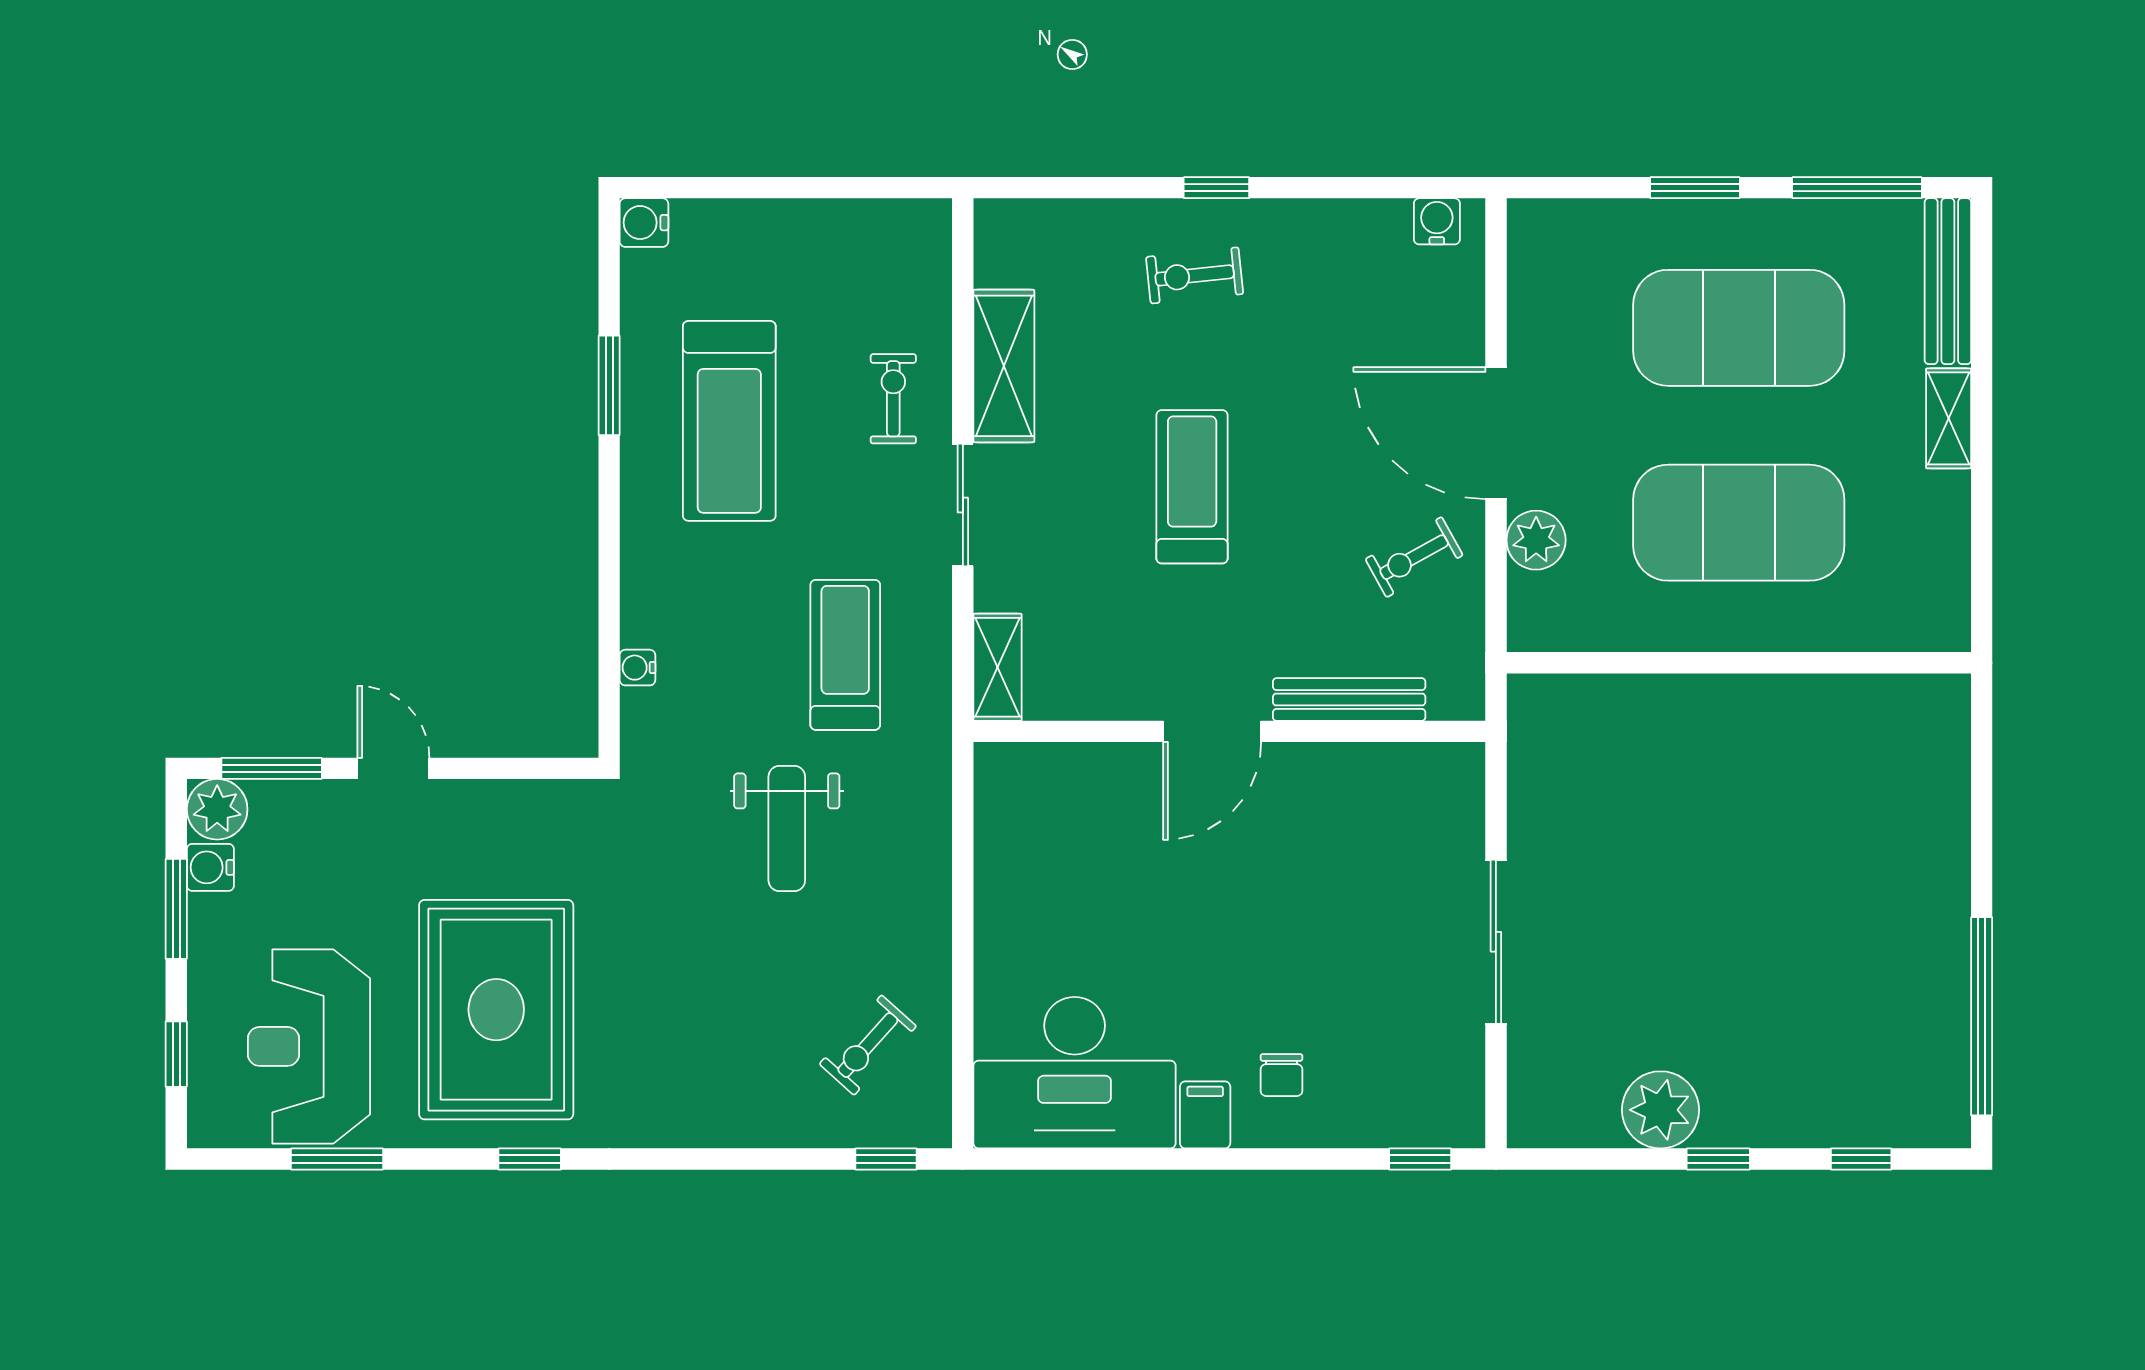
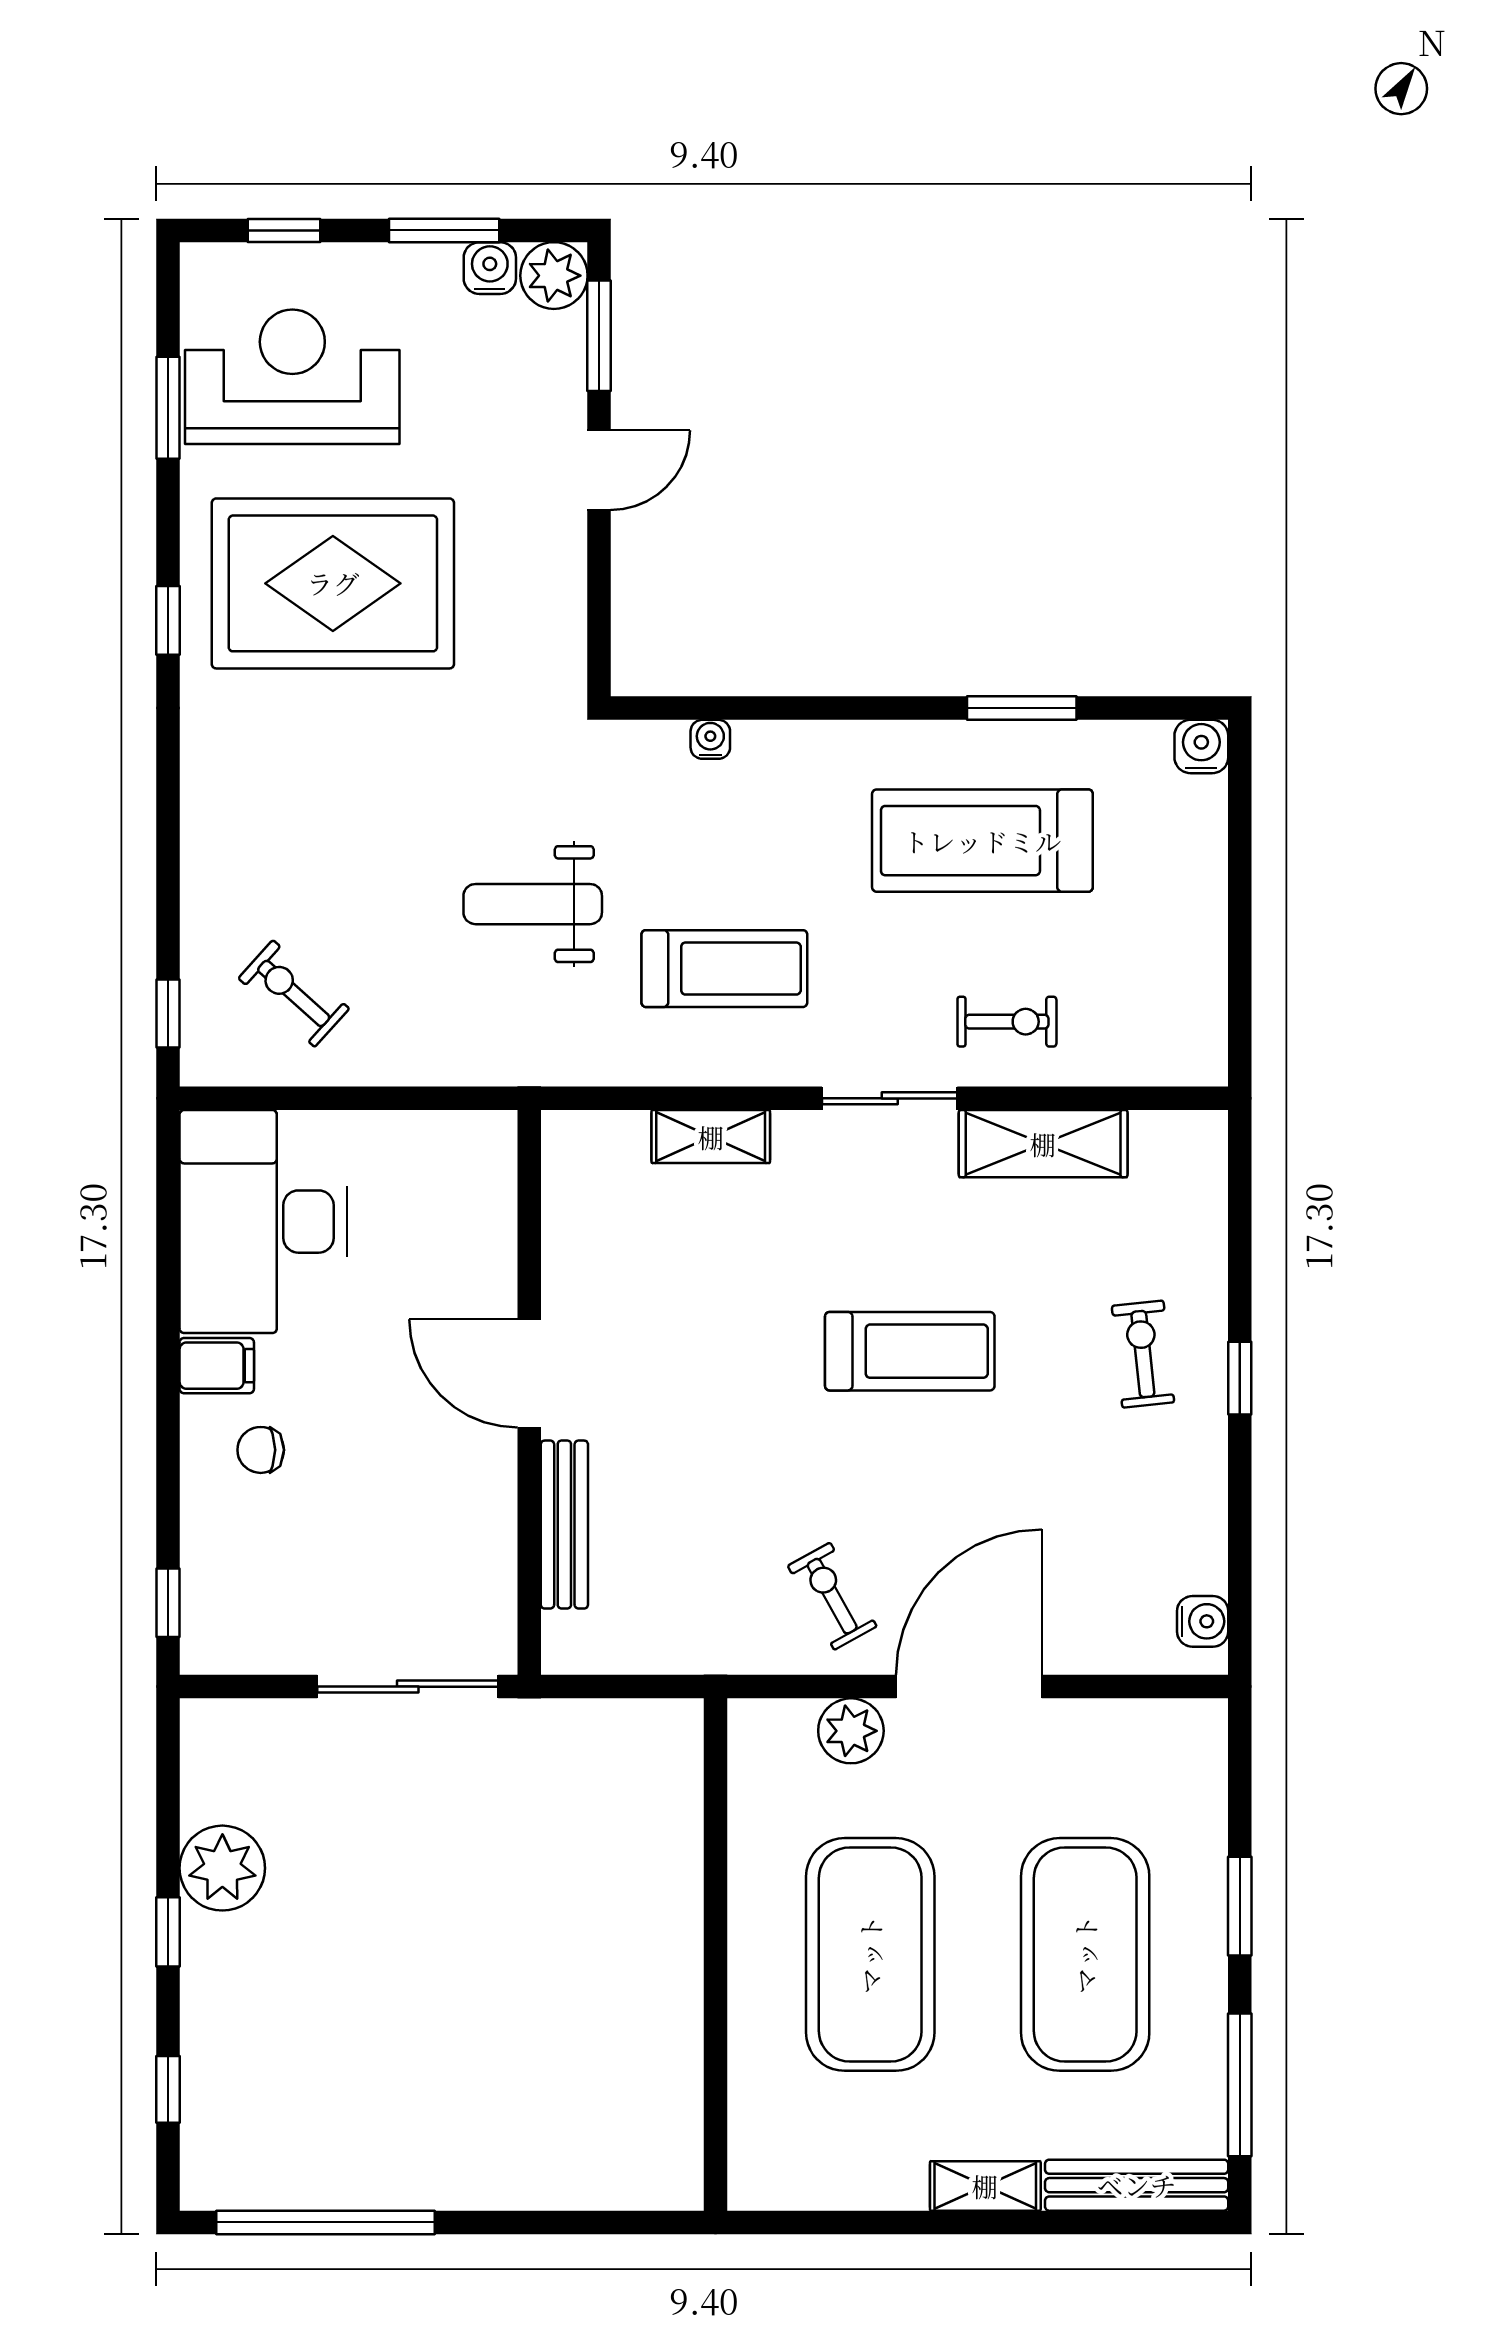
bench: (1349, 700) -> (564, 1525), moved
door: (1212, 731) -> (529, 1373), moved
wall: (1229, 731) -> (529, 1392), moved

